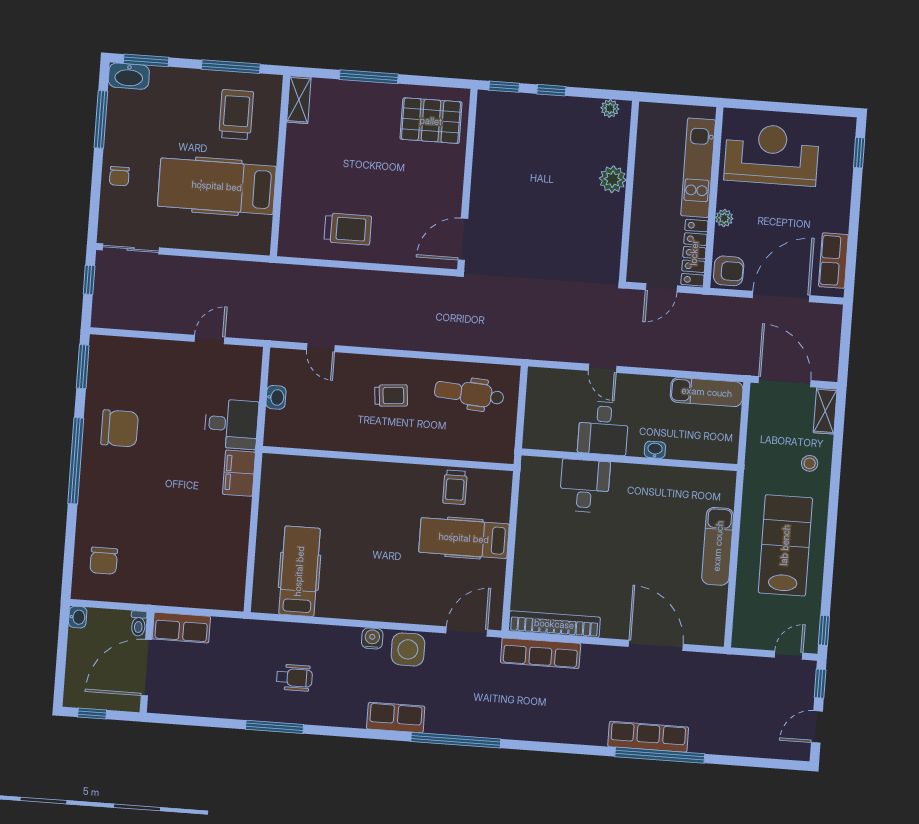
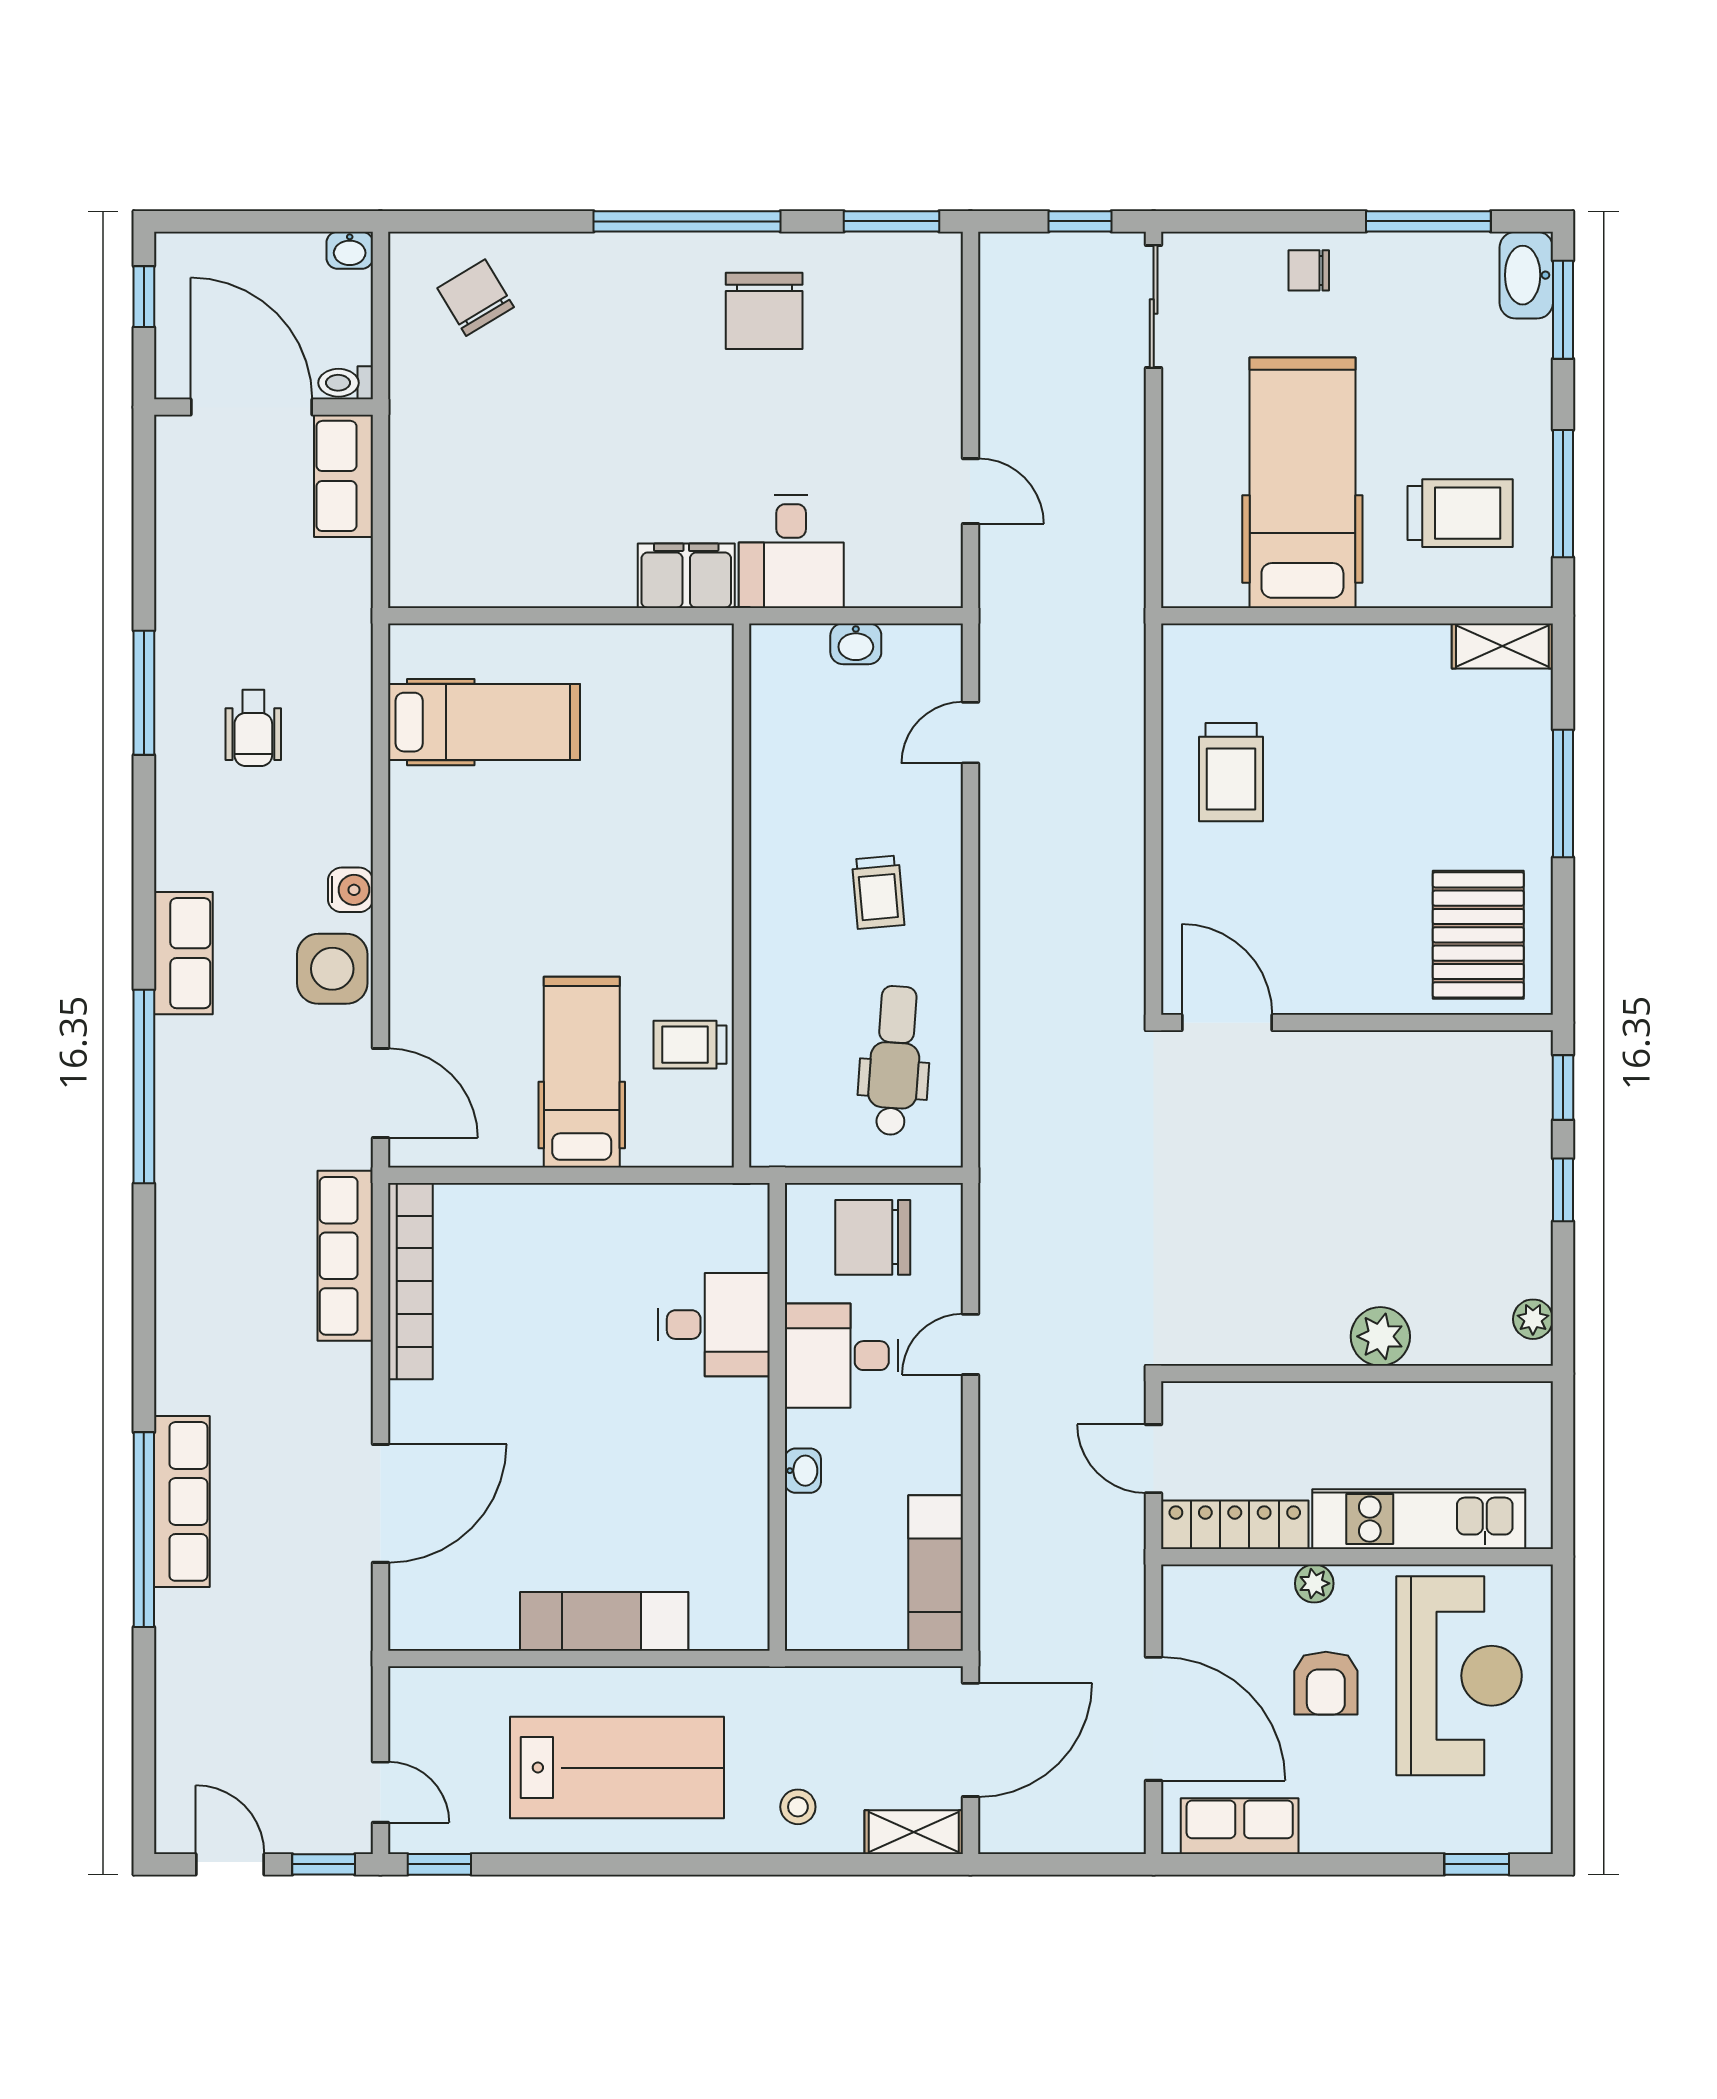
armchair: (729, 271) -> (1326, 1683), moved
chair: (550, 410) -> (873, 1237), added
chair: (104, 561) -> (476, 298), turned 59

